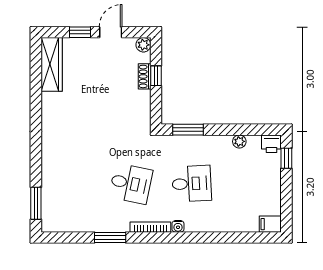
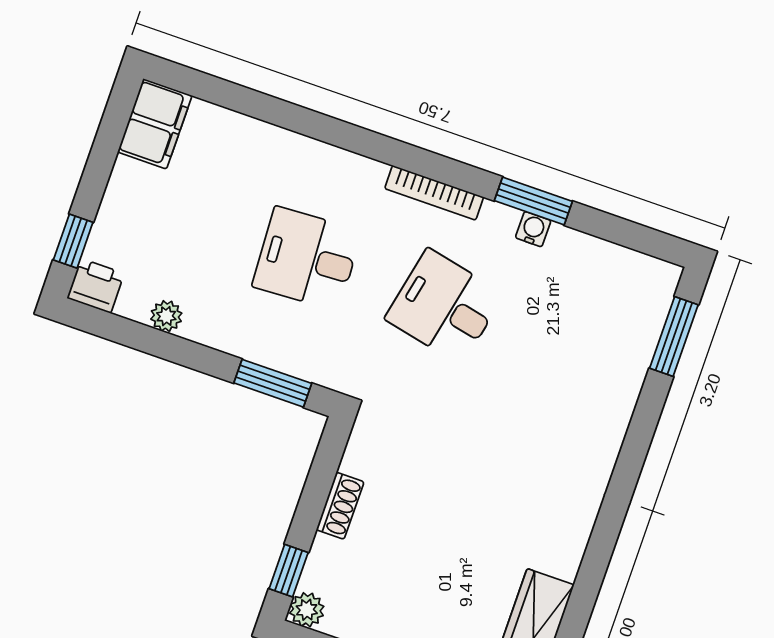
shoe rack: (145, 76) -> (340, 506), moved
window: (156, 76) -> (289, 571), moved
filing cabinet: (270, 224) -> (155, 124), width x2.00
water cooler: (178, 226) -> (533, 229), moved

